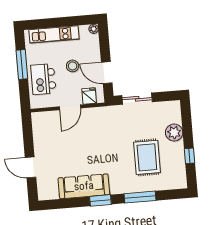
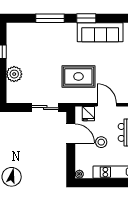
door: (70, 107) -> (107, 105), hinge flipped
rug: (147, 157) -> (78, 76), moved, turned 90

